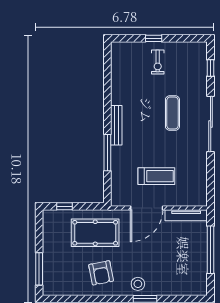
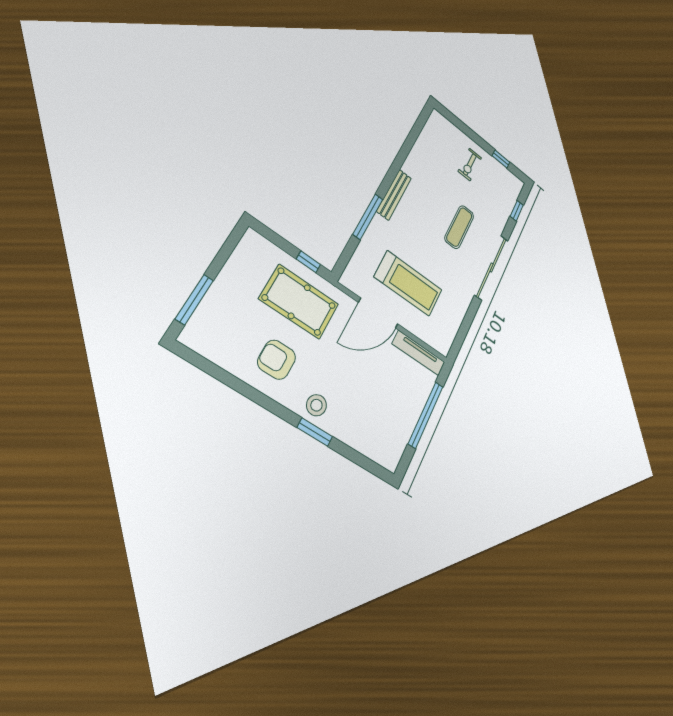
window: (154, 38) -> (501, 159), moved
treadmill: (156, 176) -> (408, 283), width x1.37, depth x1.37
window: (64, 206) -> (308, 262), moved
armchair: (101, 273) -> (277, 360), turned 101

